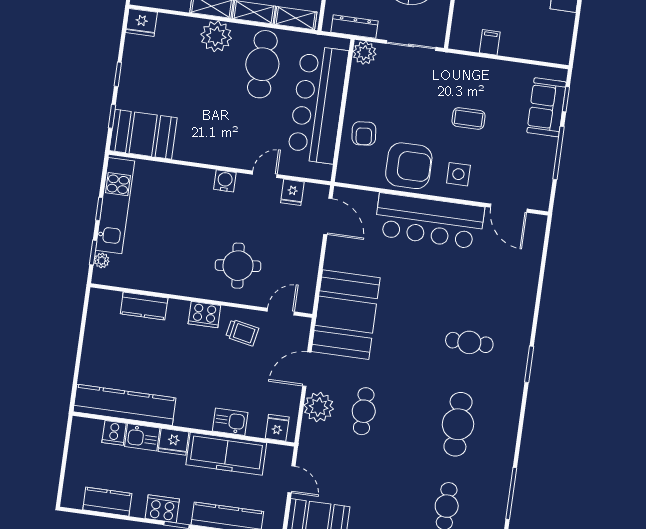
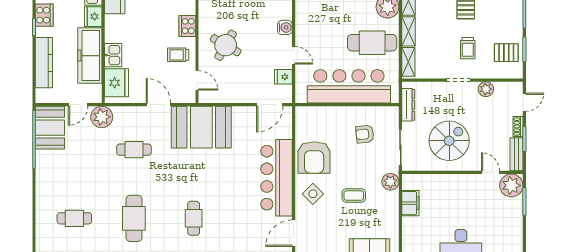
filing cabinet: (490, 42) -> (410, 203), width x2.00
plant: (364, 53) -> (390, 182), moved
coffee table: (469, 118) -> (354, 196), turned 90
armchair: (364, 133) -> (365, 134), moved
side table: (458, 174) -> (313, 194), turned 45
round table: (238, 266) -> (226, 45), turned 36
trolley: (242, 333) -> (178, 55), turned 79
plant: (319, 407) -> (102, 117), moved
cafe table: (458, 424) -> (134, 218), turned 90
fridge: (277, 428) -> (117, 83), width x1.88, depth x1.34

